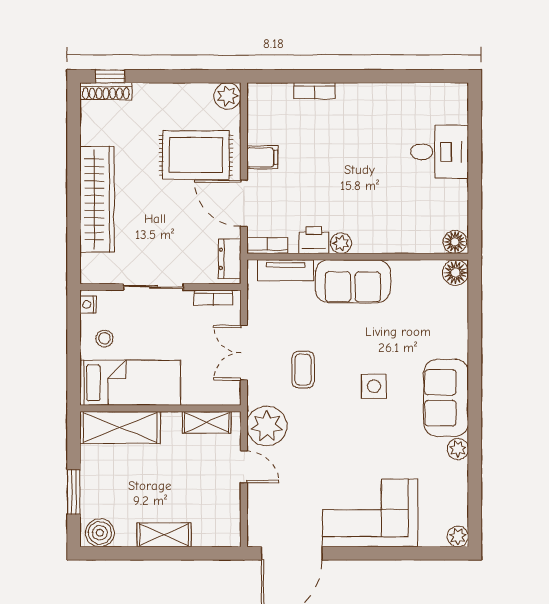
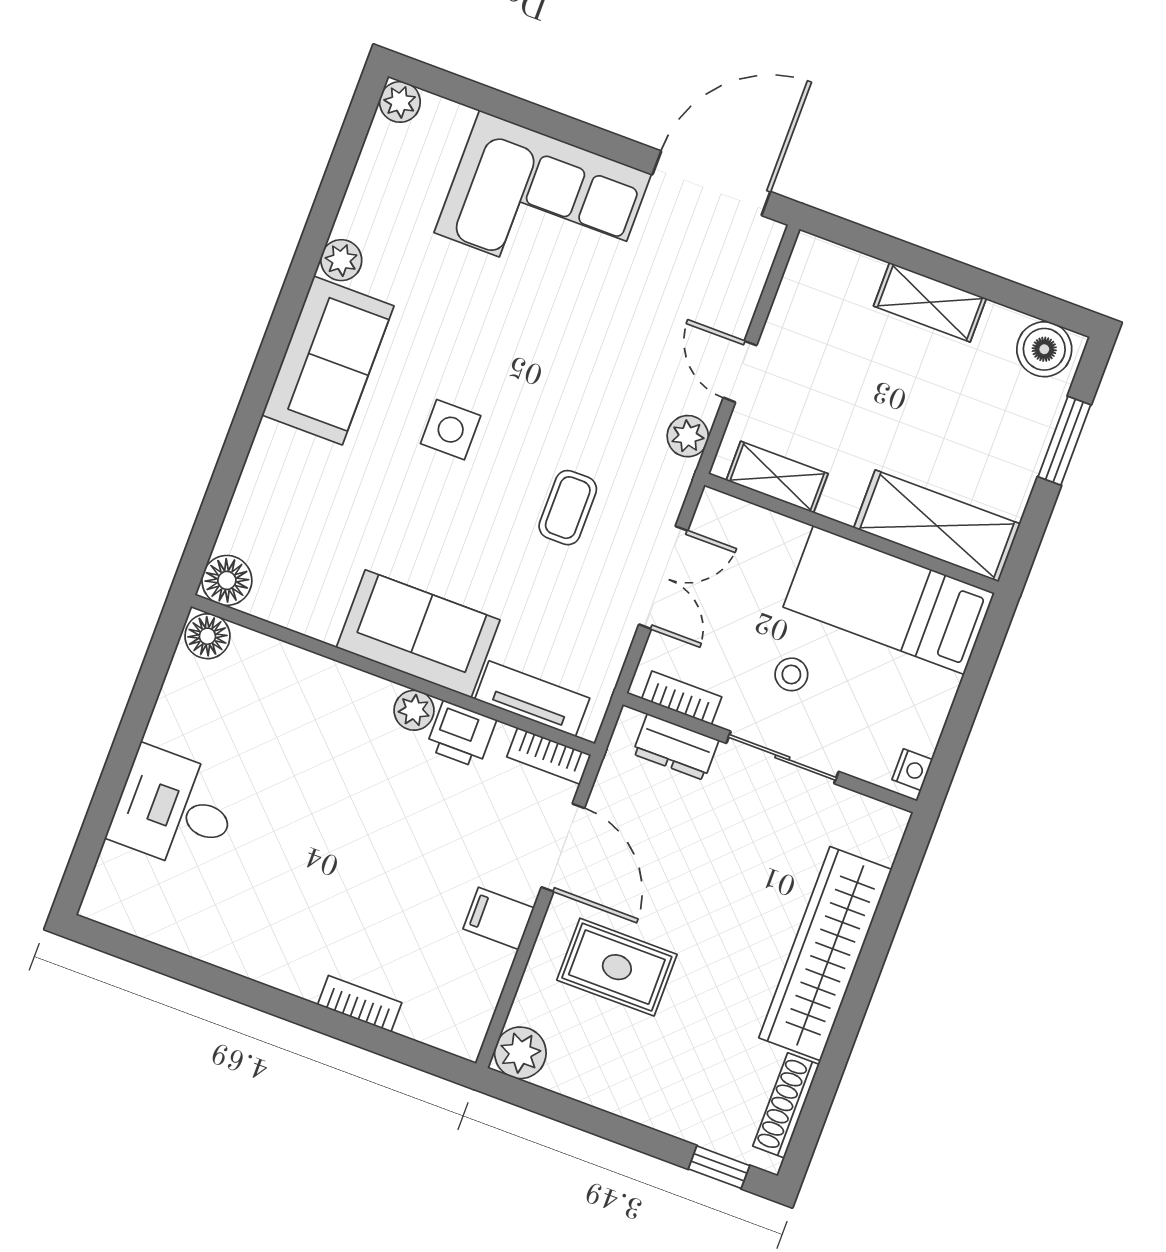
shoe rack: (106, 91) -> (786, 1105), moved, turned -90
rug: (196, 155) -> (617, 967), width x0.73, depth x0.70
dresser: (230, 259) -> (676, 747), moved, turned 90
stool: (104, 338) -> (791, 674), moved
plant: (267, 426) -> (688, 436), width x0.53, depth x0.53

